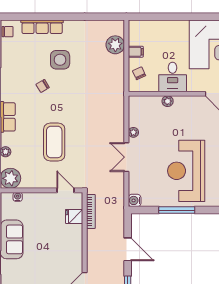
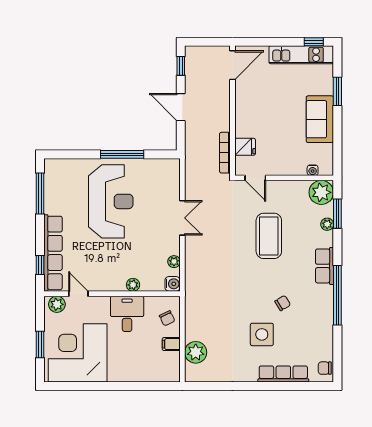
plant: (133, 132) -> (174, 262), moved
water cooler: (135, 200) -> (173, 284), moved

